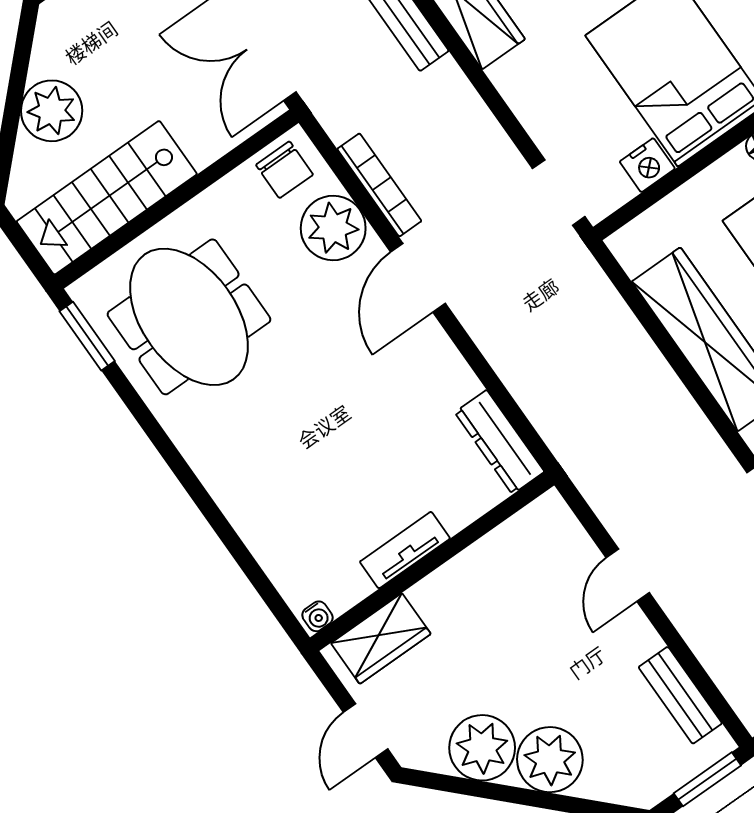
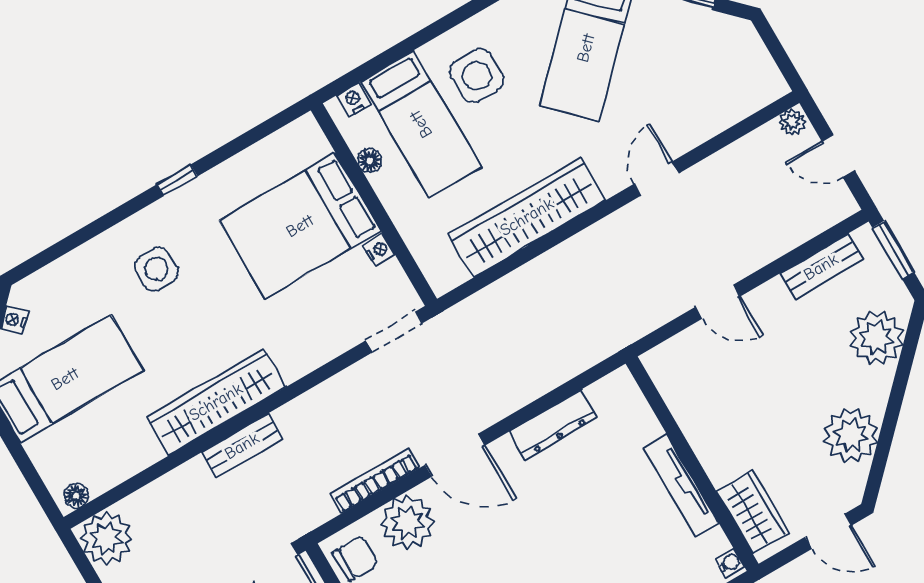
nightstand: (647, 165) -> (379, 250), width x0.72, depth x0.74
dresser: (500, 442) -> (553, 425), moved
tv unit: (405, 550) -> (681, 485), width x1.41
plant: (550, 760) -> (877, 338), moved

